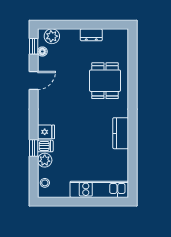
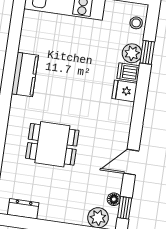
dresser: (91, 35) -> (23, 209), moved
dining table: (105, 81) -> (52, 144), moved, turned 90
window: (34, 148) -> (147, 52), moved

